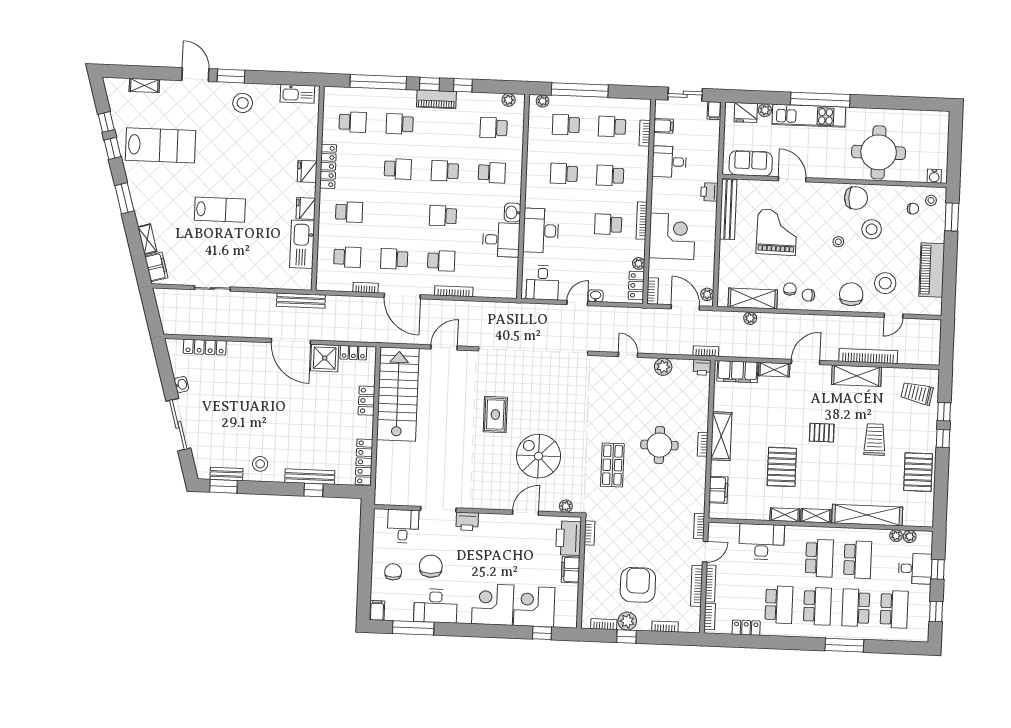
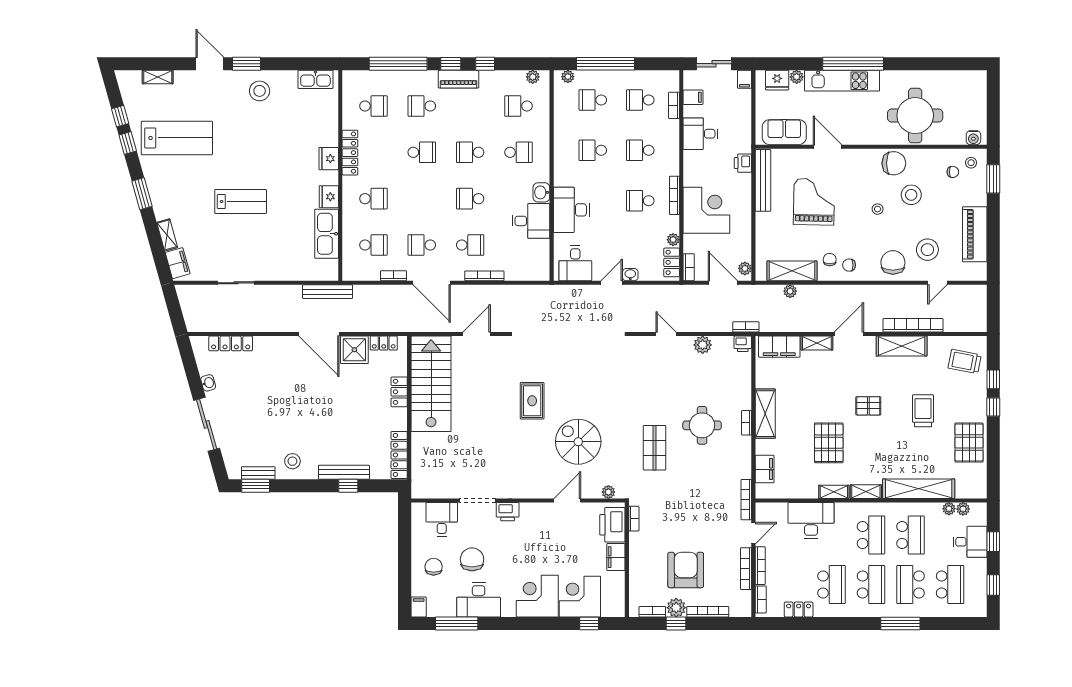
bookcase: (699, 526) -> (746, 500), width x1.56
bookcase: (665, 627) -> (708, 612), width x1.56

